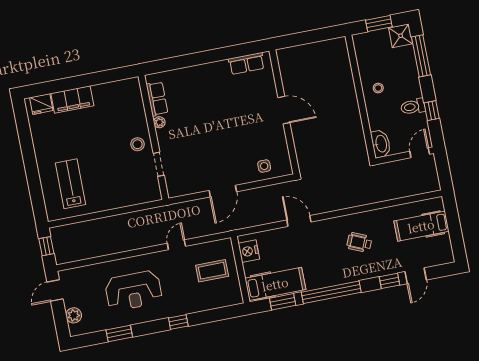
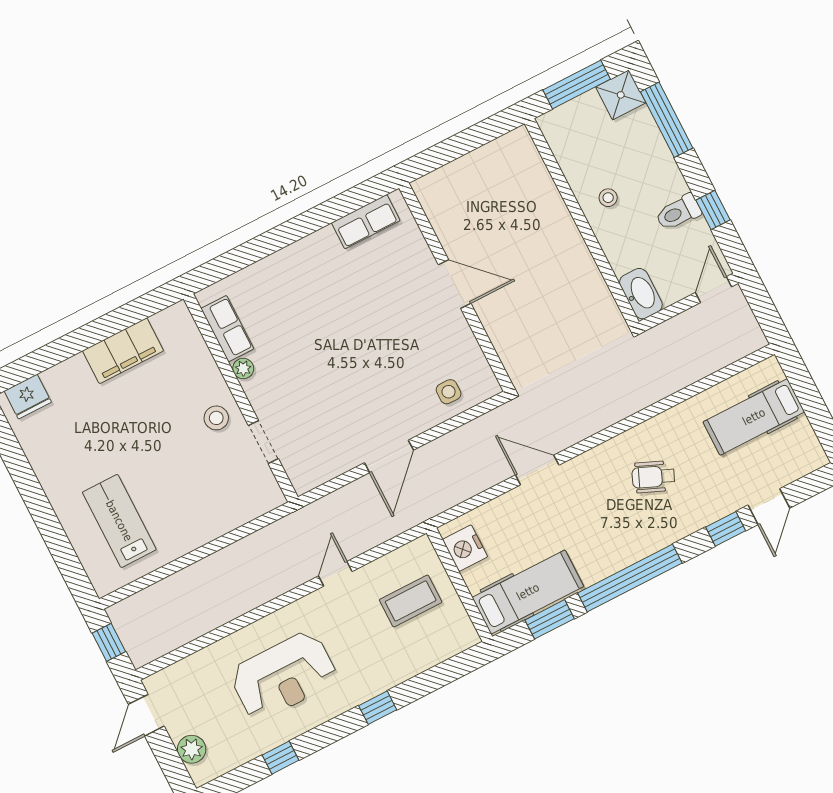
window: (379, 23) -> (577, 84), width x1.44
filing cabinet: (72, 100) -> (123, 351), moved
window: (119, 333) -> (280, 758), width x0.67

